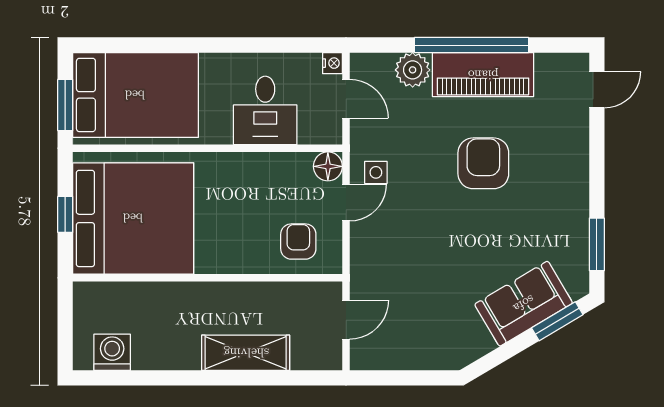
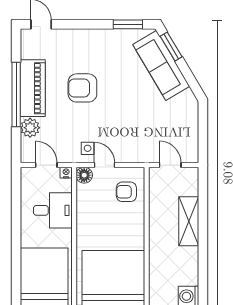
nightstand: (332, 63) -> (66, 173), moved
door: (346, 99) -> (46, 165), hinge flipped
sofa: (524, 304) -> (161, 65), width x1.36

